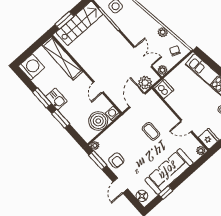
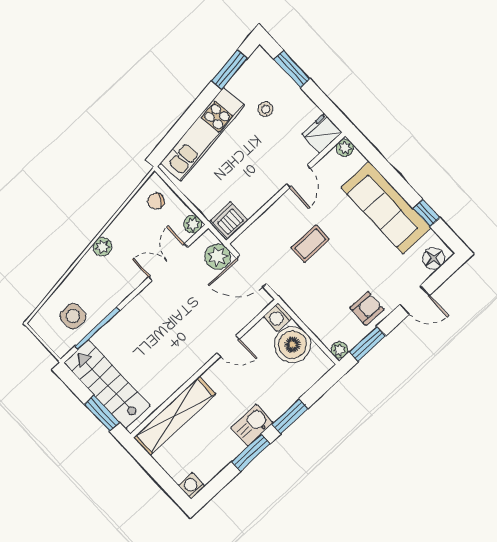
plant: (163, 32) -> (102, 247), moved
washing machine: (32, 67) -> (192, 486), width x0.53, depth x0.53

